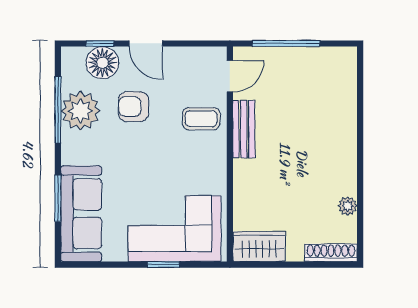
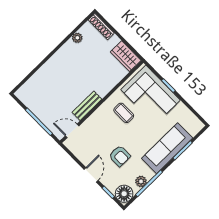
floor lamp: (102, 63) -> (124, 194), moved
plant: (80, 111) -> (141, 181), width x0.53, depth x0.53
coffee table: (201, 119) -> (124, 113), moved
sofa: (81, 214) -> (167, 148), moved

